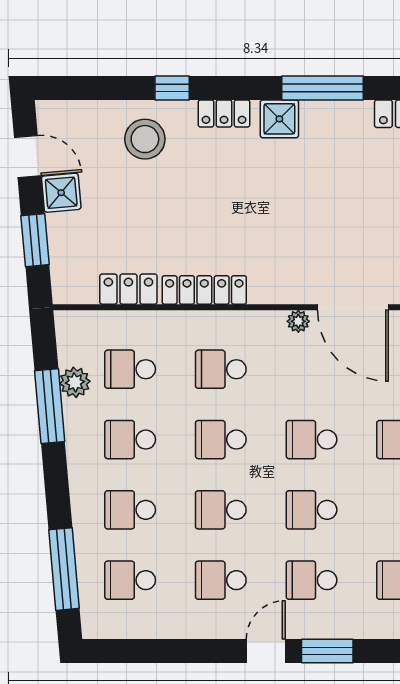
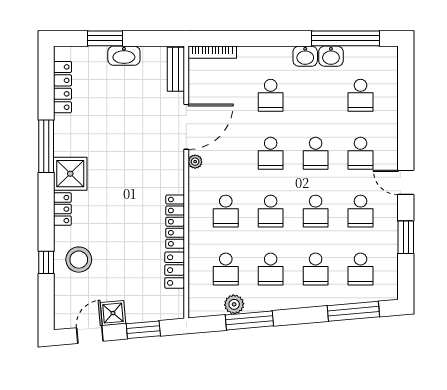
window: (172, 88) -> (46, 262), moved
shower: (279, 119) -> (70, 174), width x1.36, depth x1.36
window: (327, 651) -> (406, 237), moved

